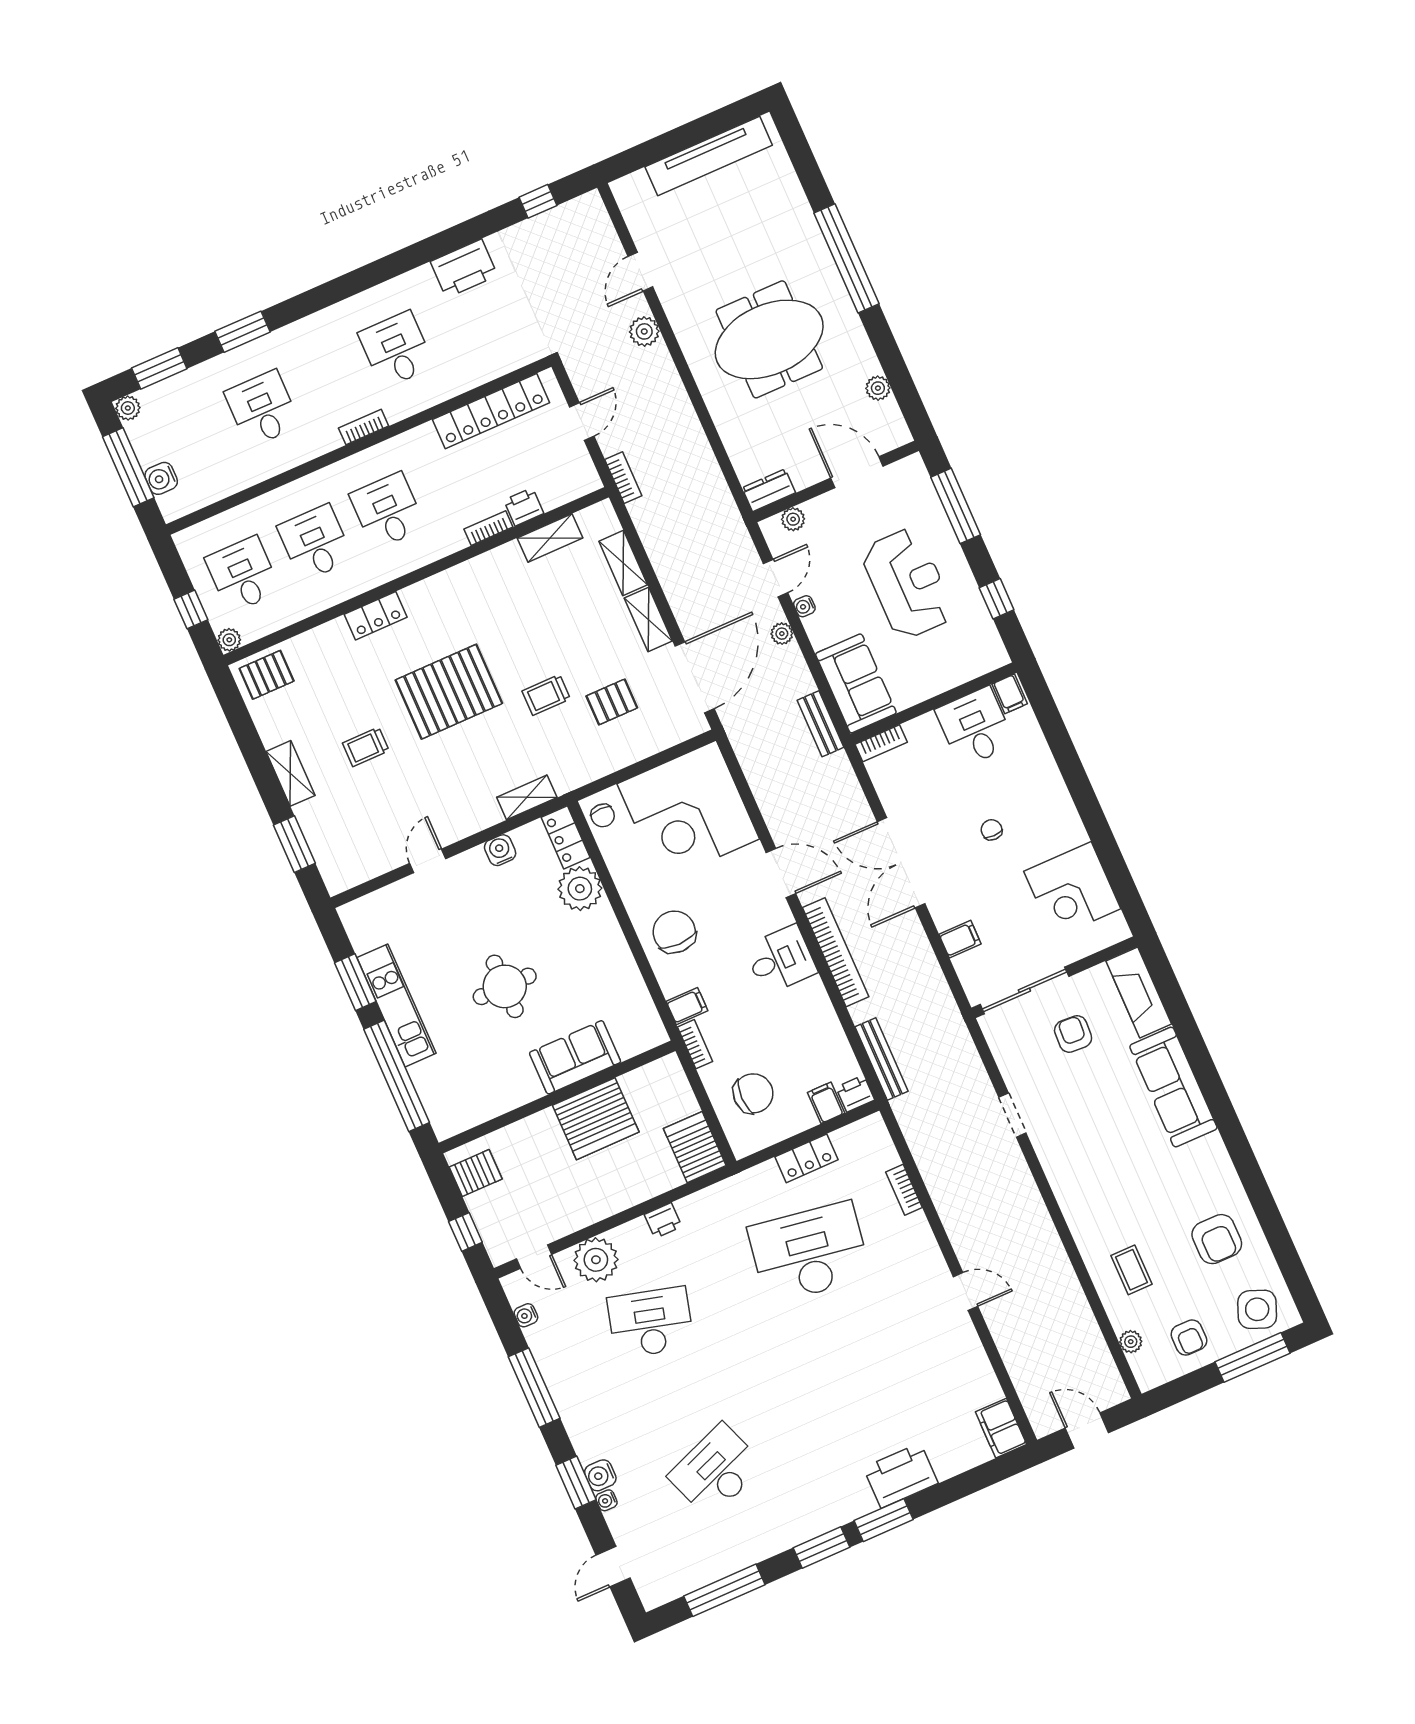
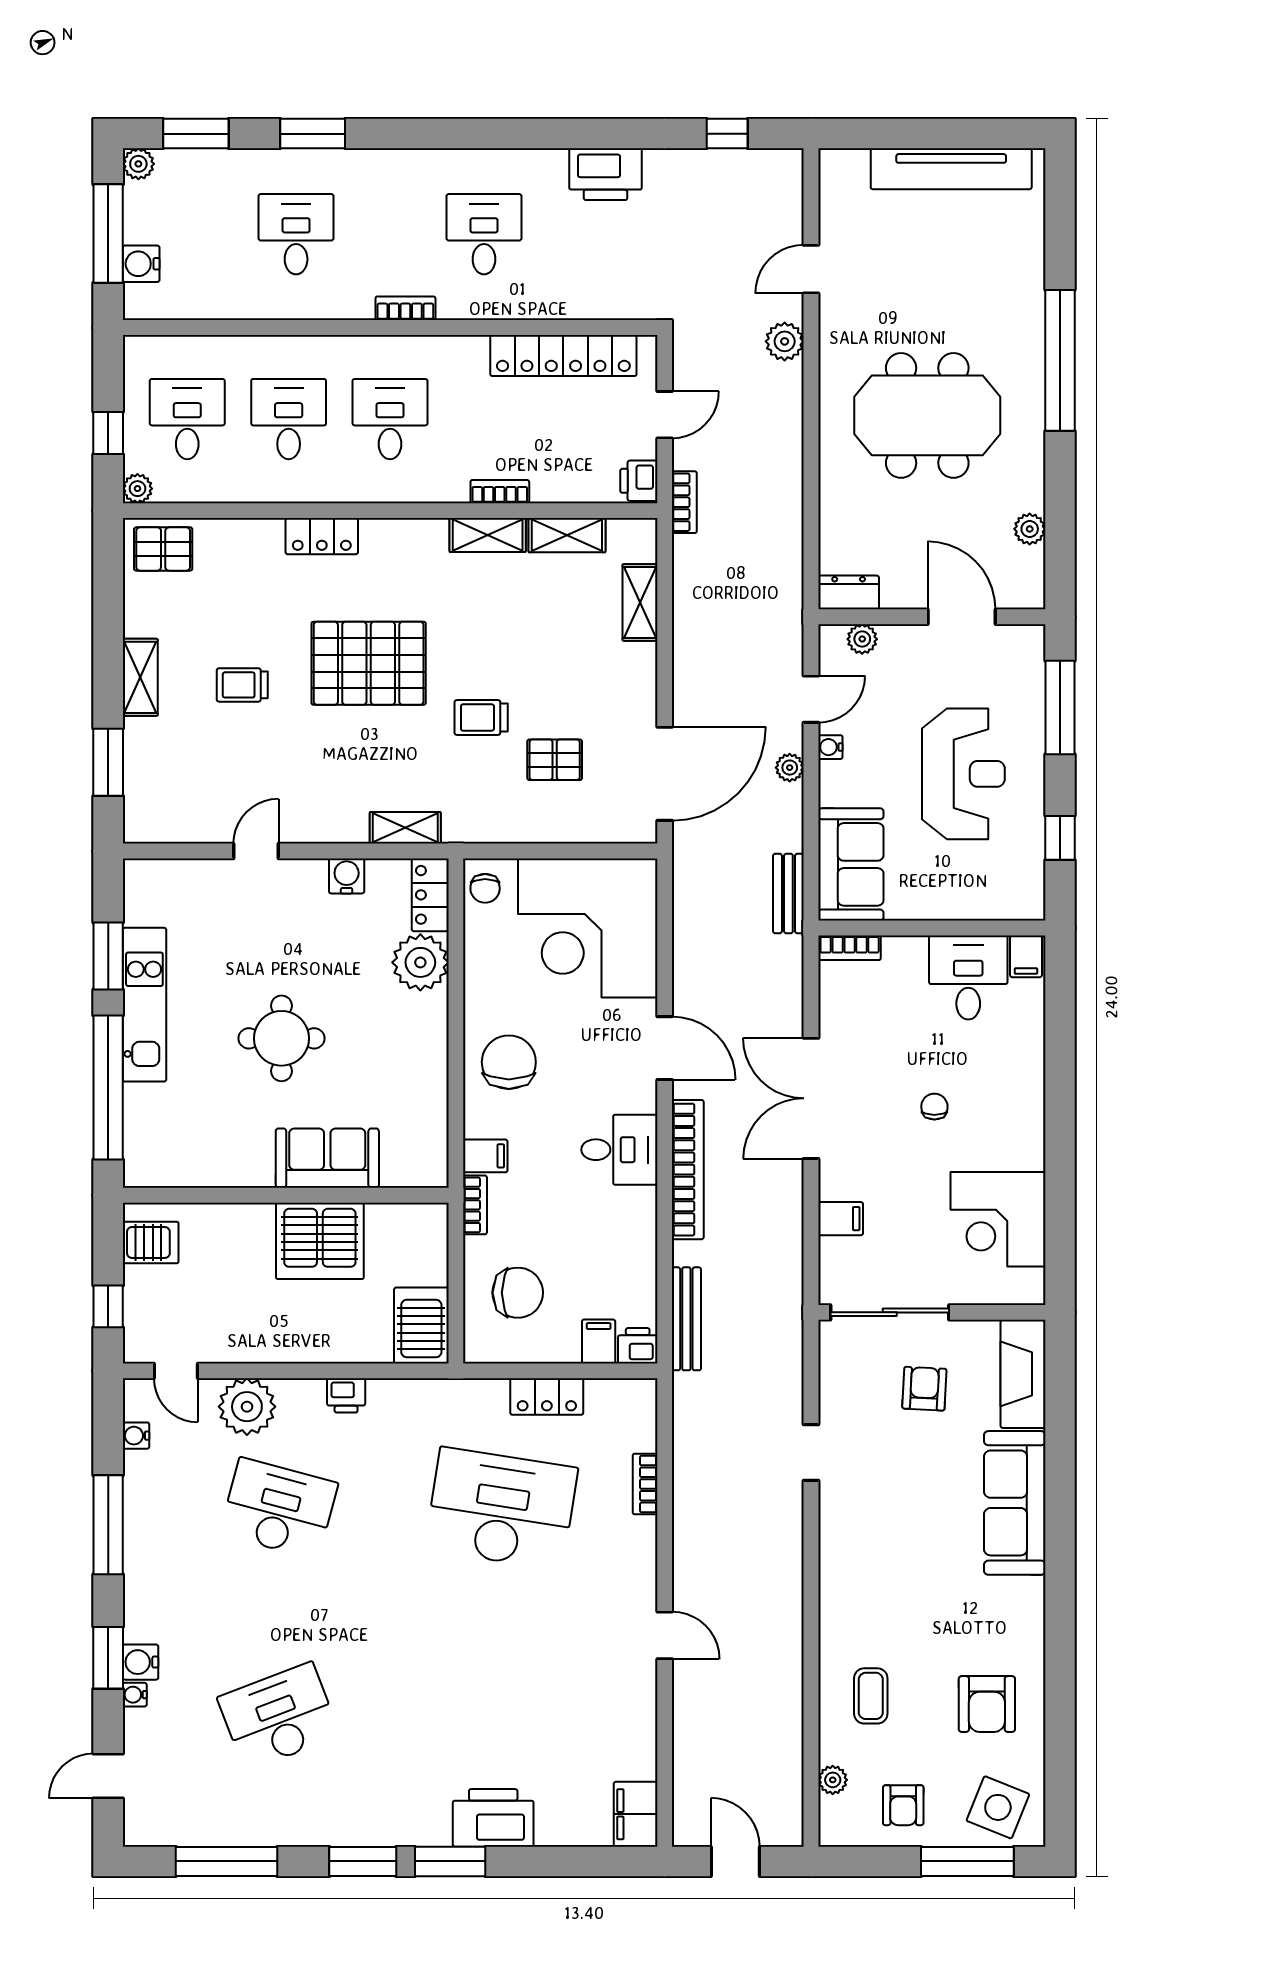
printer: (524, 507) -> (639, 481), moved, turned -90
shelving: (648, 619) -> (488, 535), moved, turned 90

